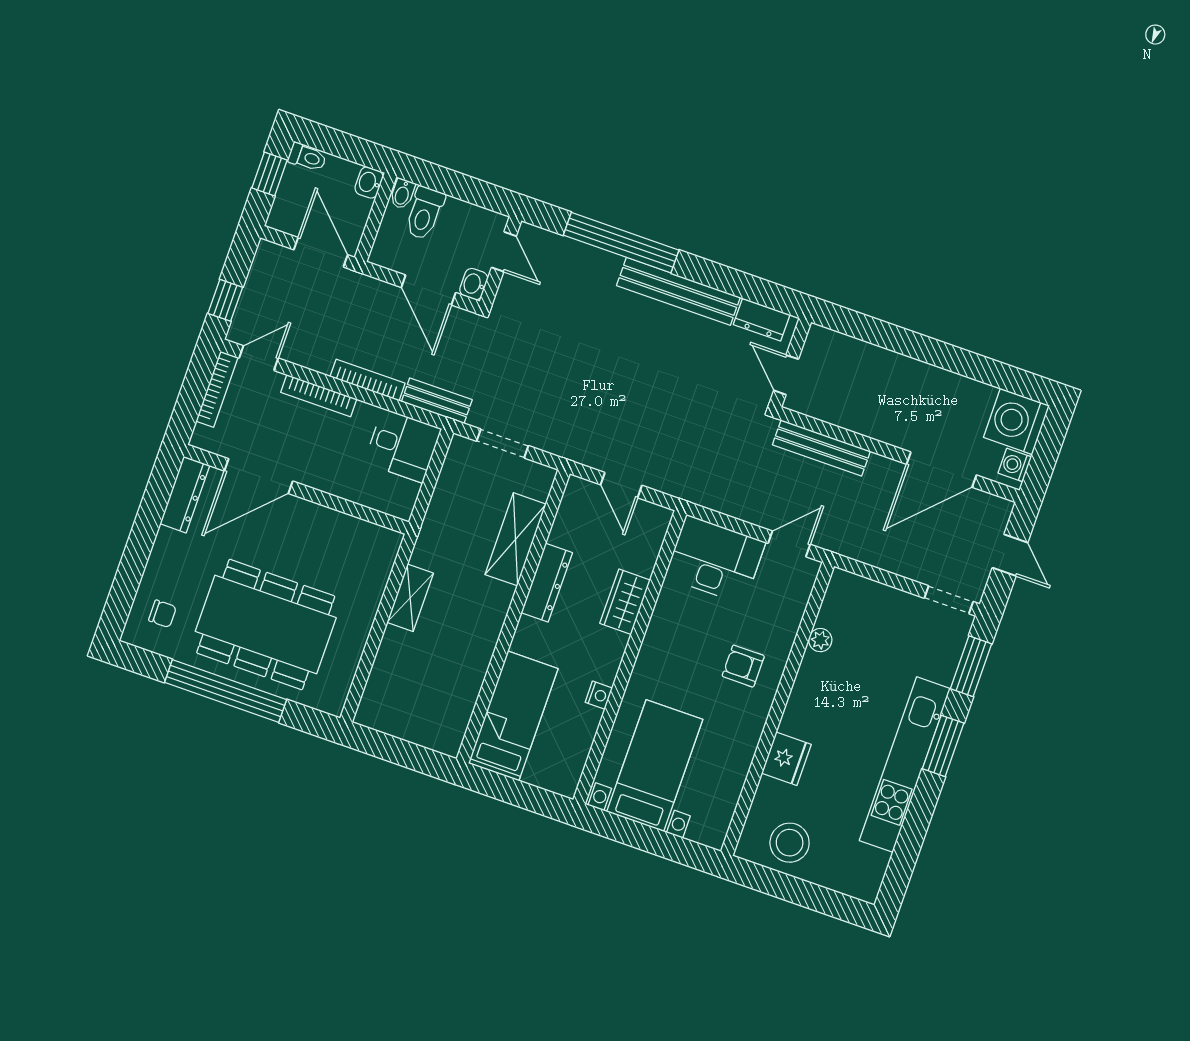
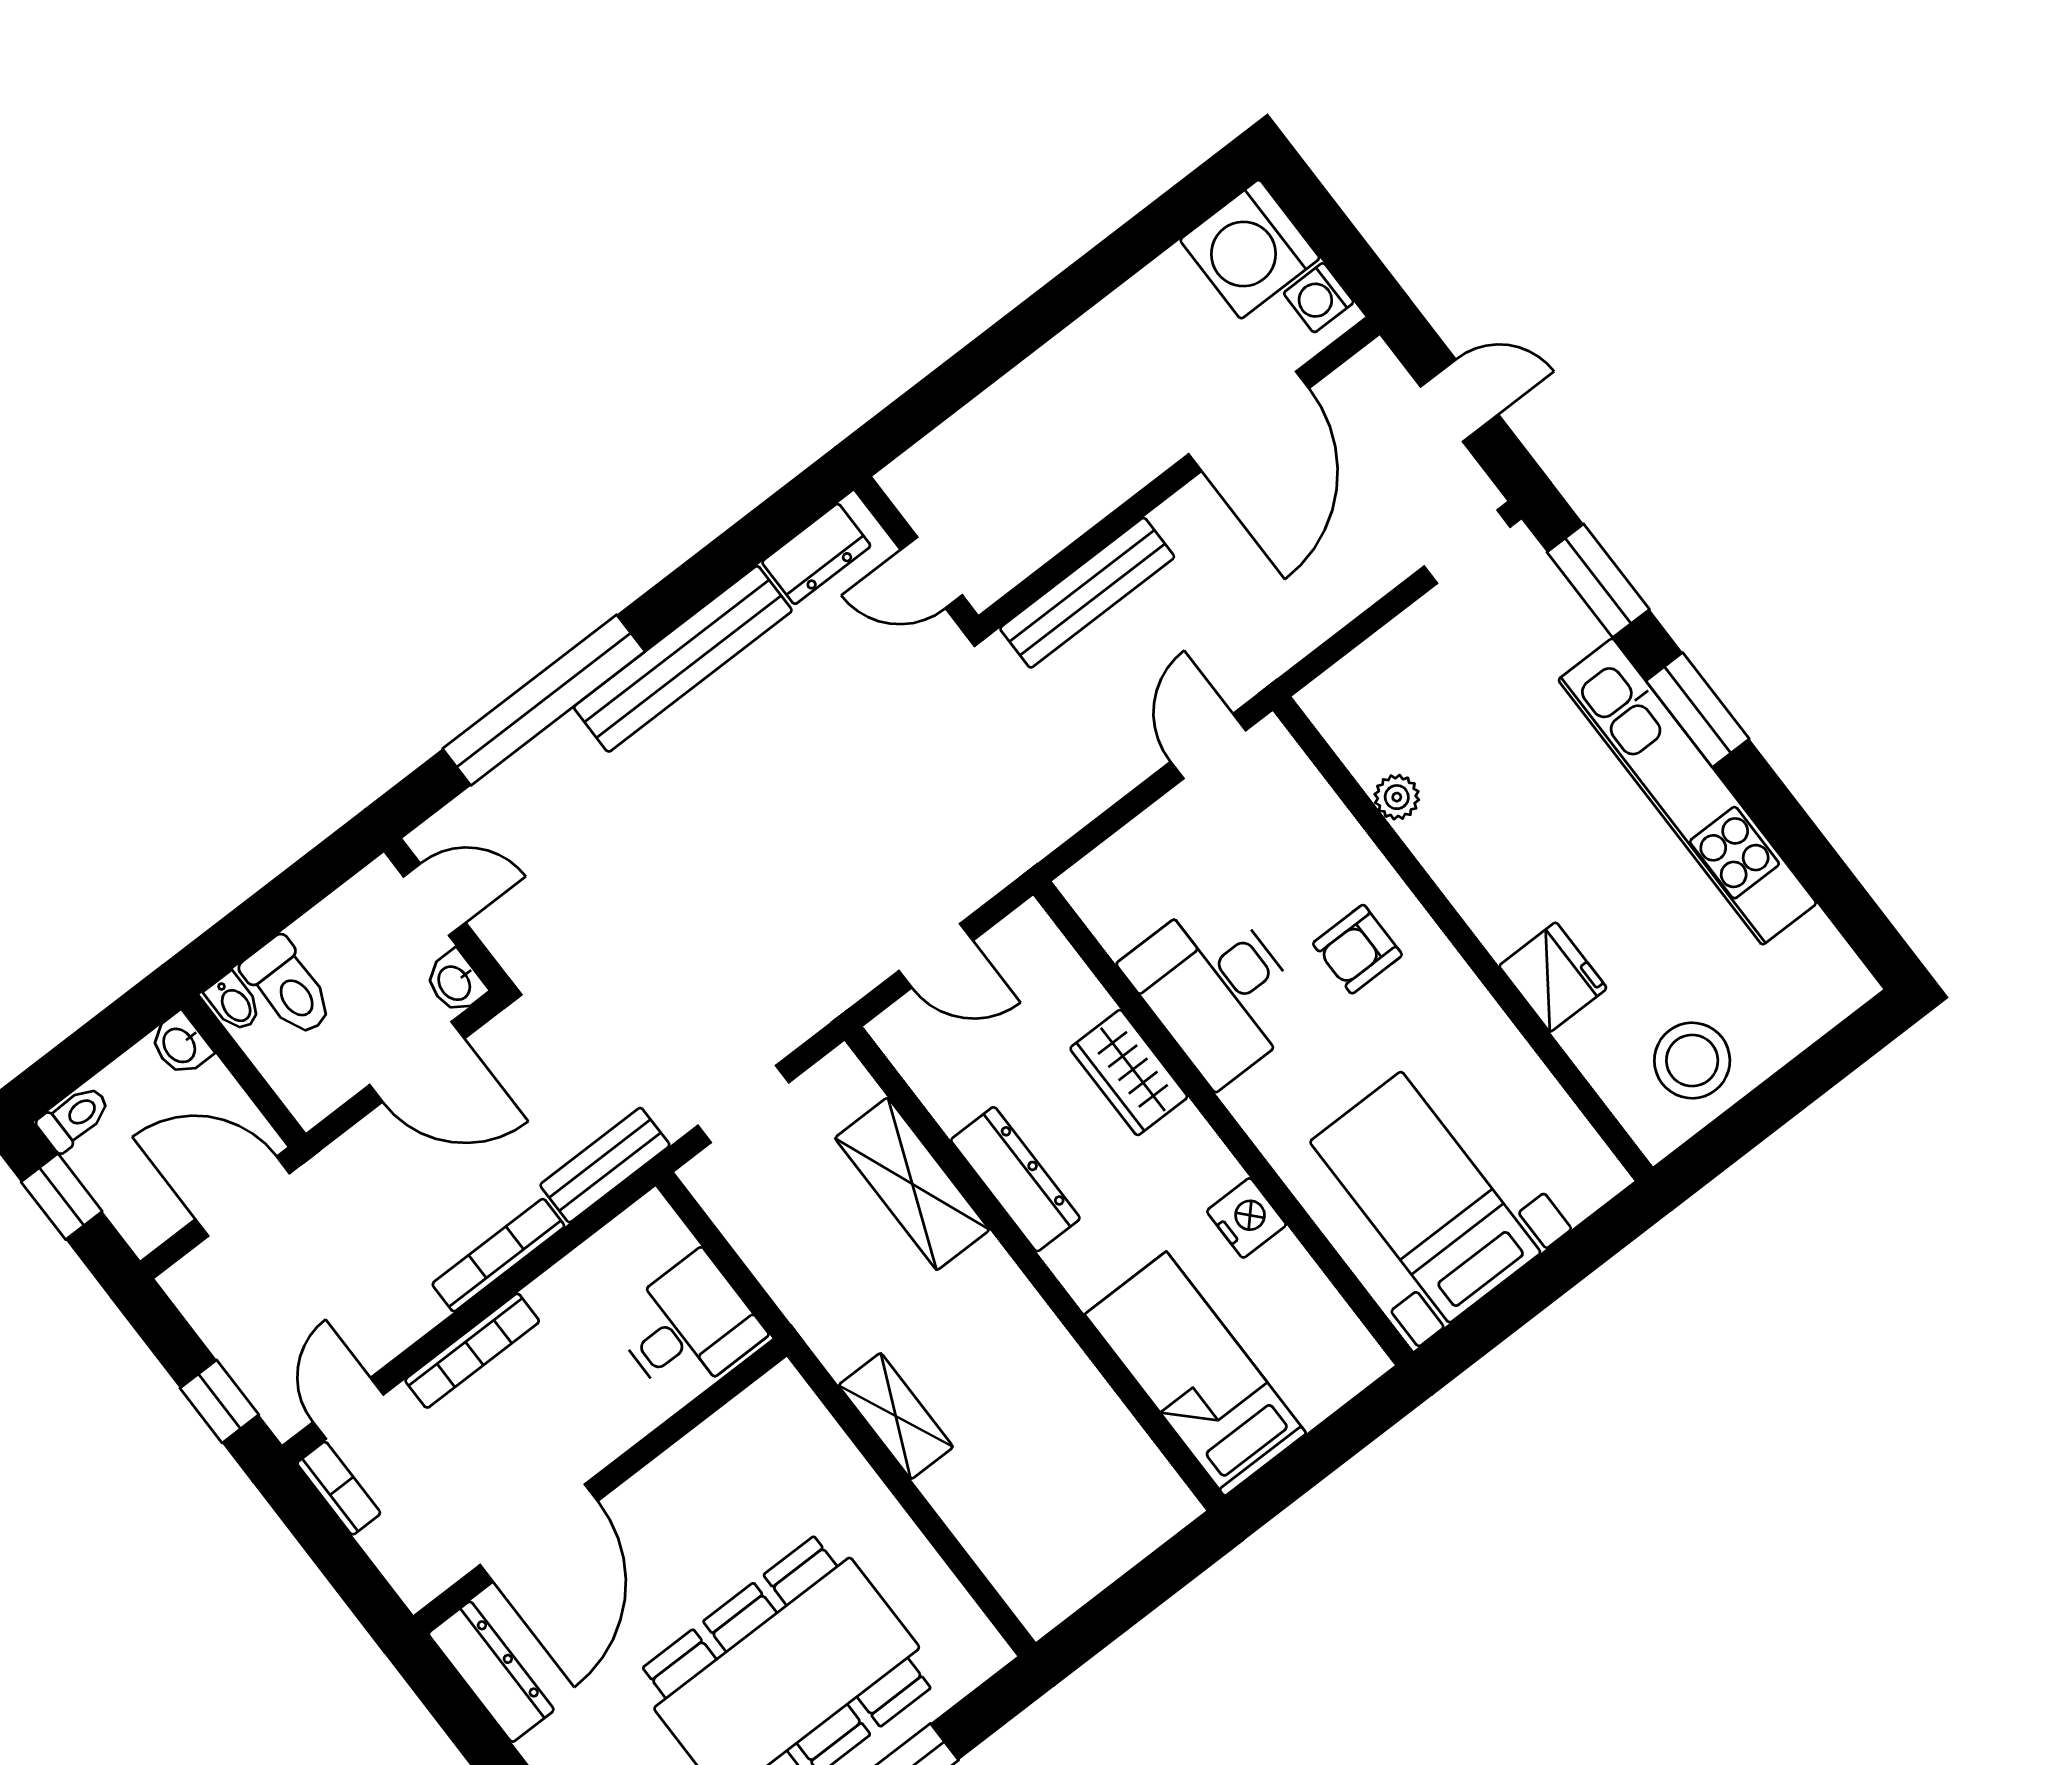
bookcase: (217, 389) -> (339, 1488), width x0.64
desk: (403, 446) -> (688, 1327), moved
desk: (715, 560) -> (1216, 990), moved, turned -90
nightstand: (599, 695) -> (1246, 1218), width x1.39, depth x1.35

